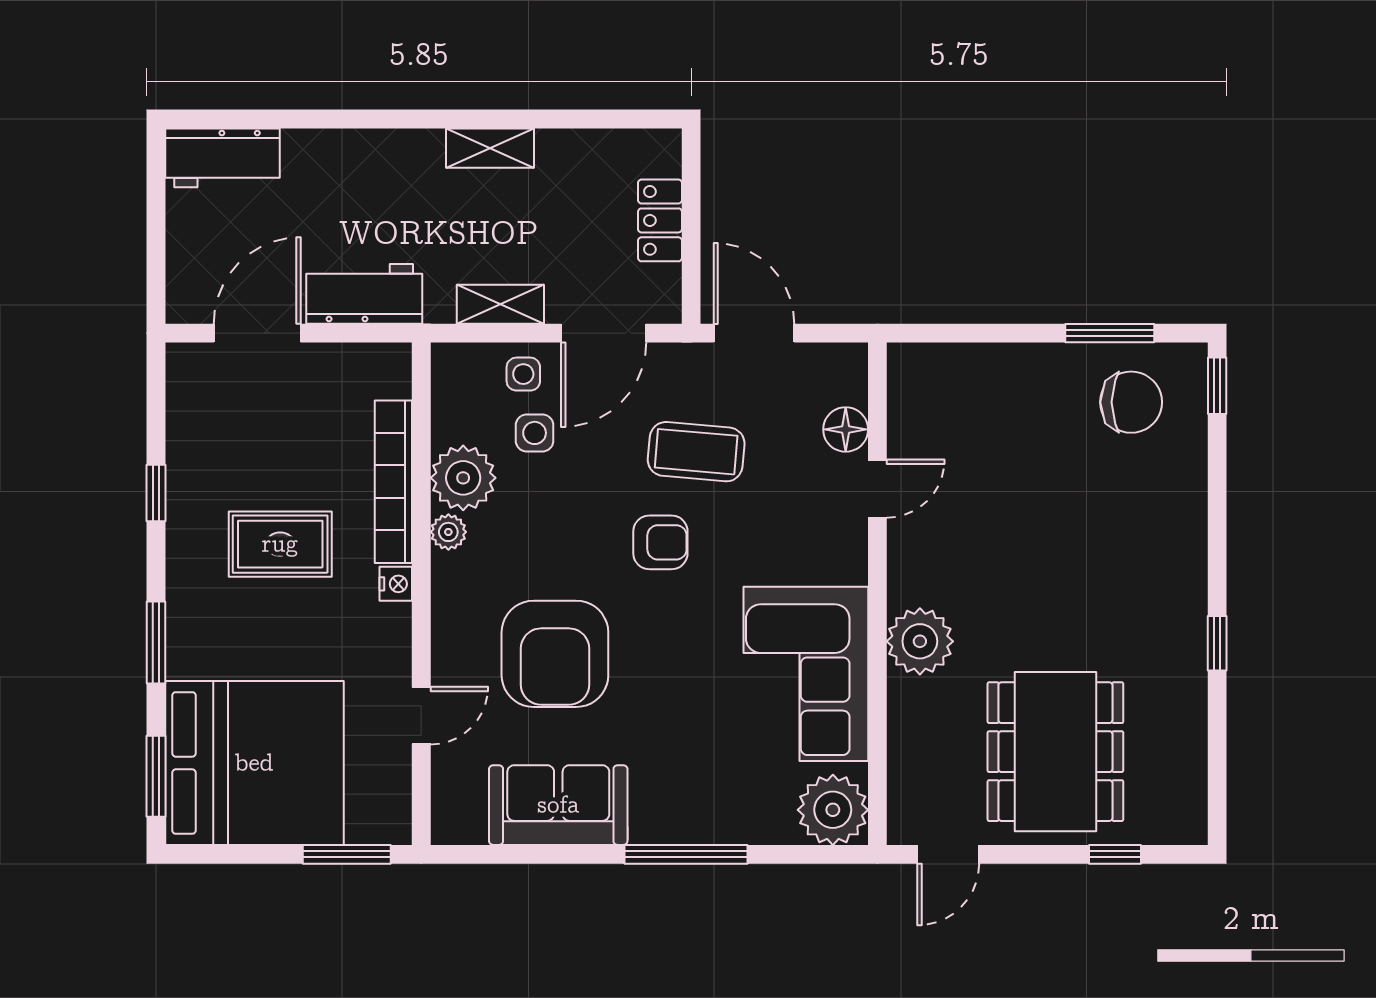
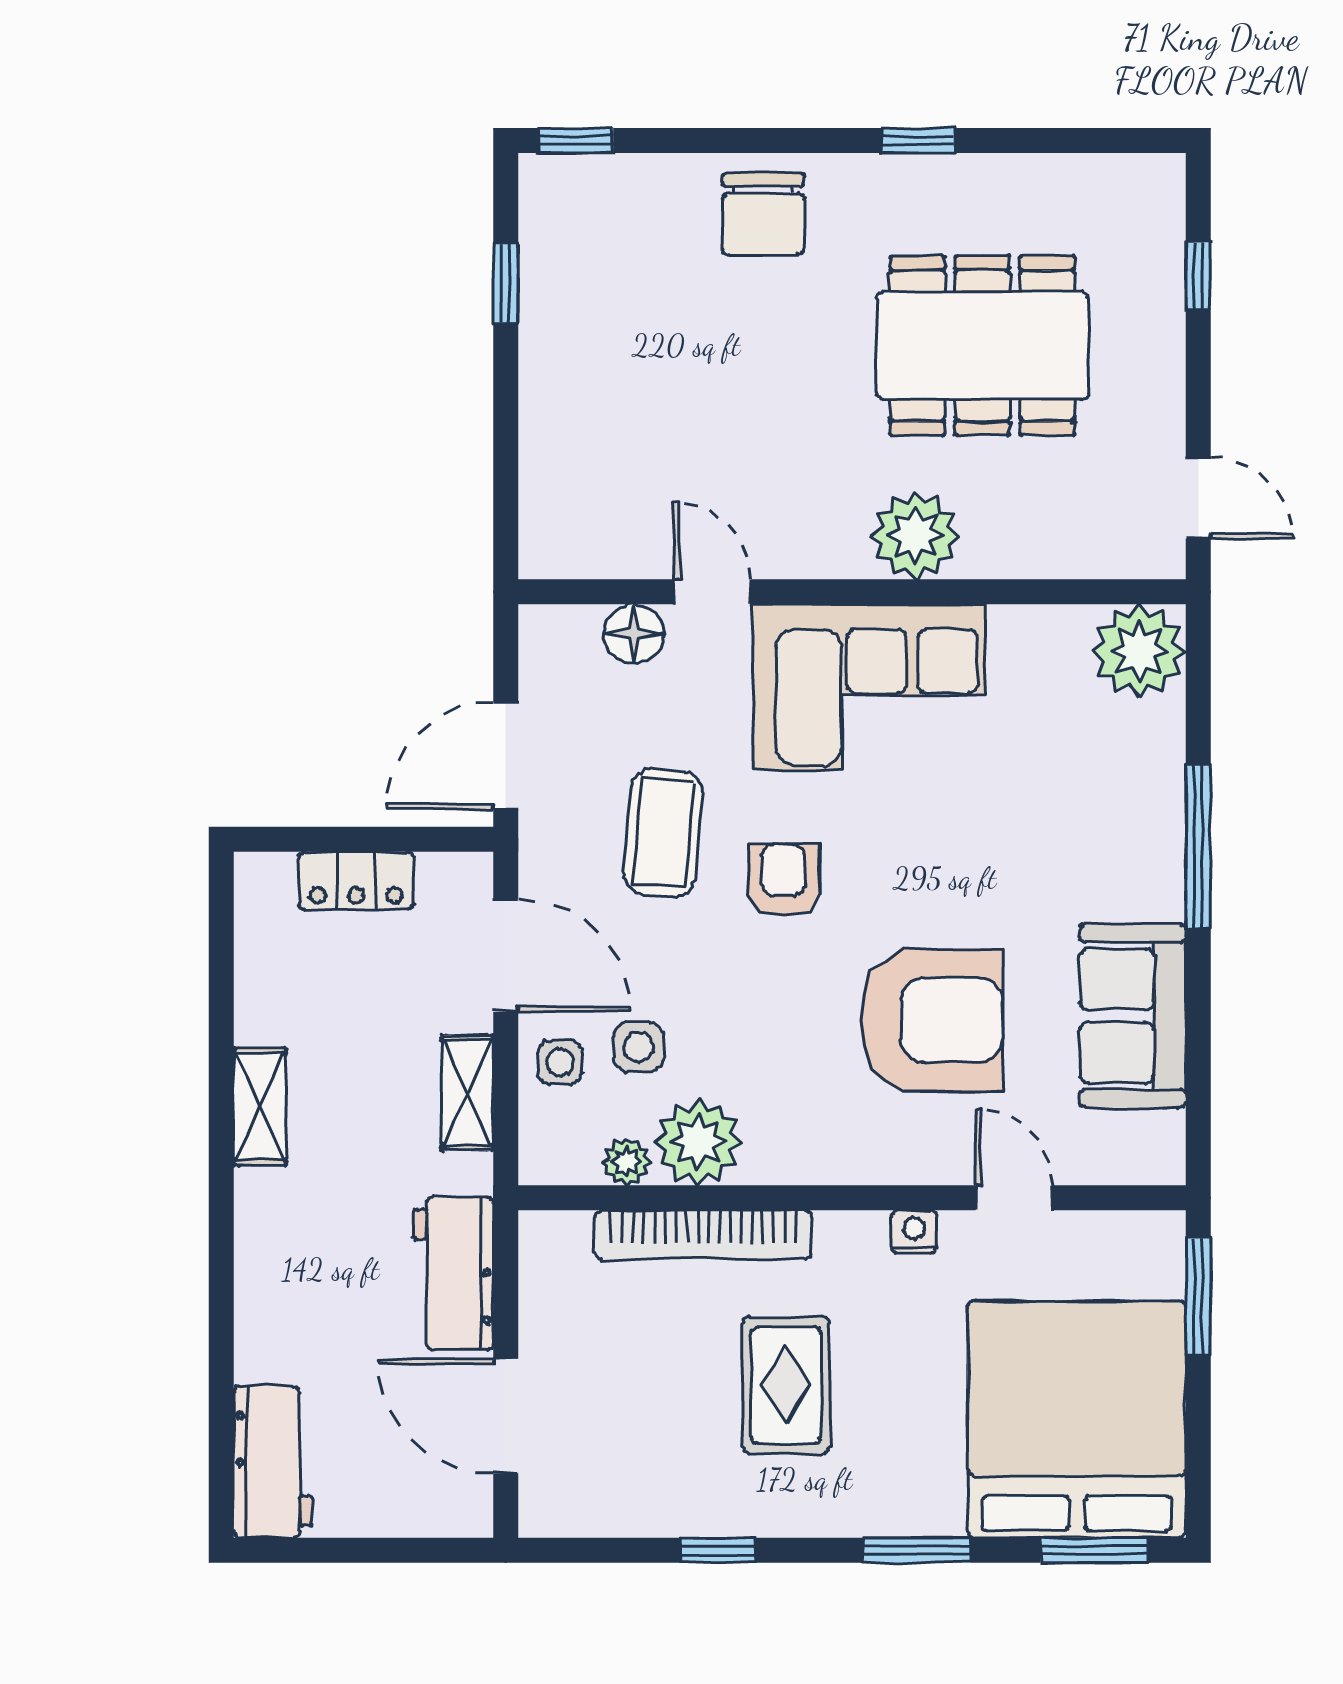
window: (1110, 333) -> (506, 283), width x0.67
chair: (1131, 402) -> (763, 214), moved, turned 180
plant: (448, 532) -> (626, 1162), moved
nightstand: (396, 584) -> (914, 1232), moved
corner sofa: (806, 674) -> (869, 687), moved
dining table: (1055, 752) -> (982, 346), moved

